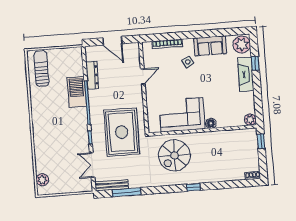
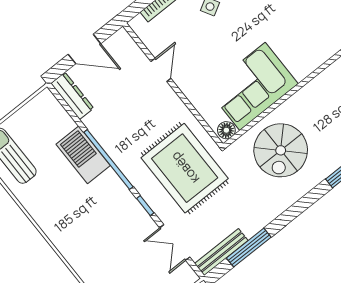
dresser: (92, 75) -> (72, 96), moved
floor lamp: (211, 123) -> (226, 130), moved

